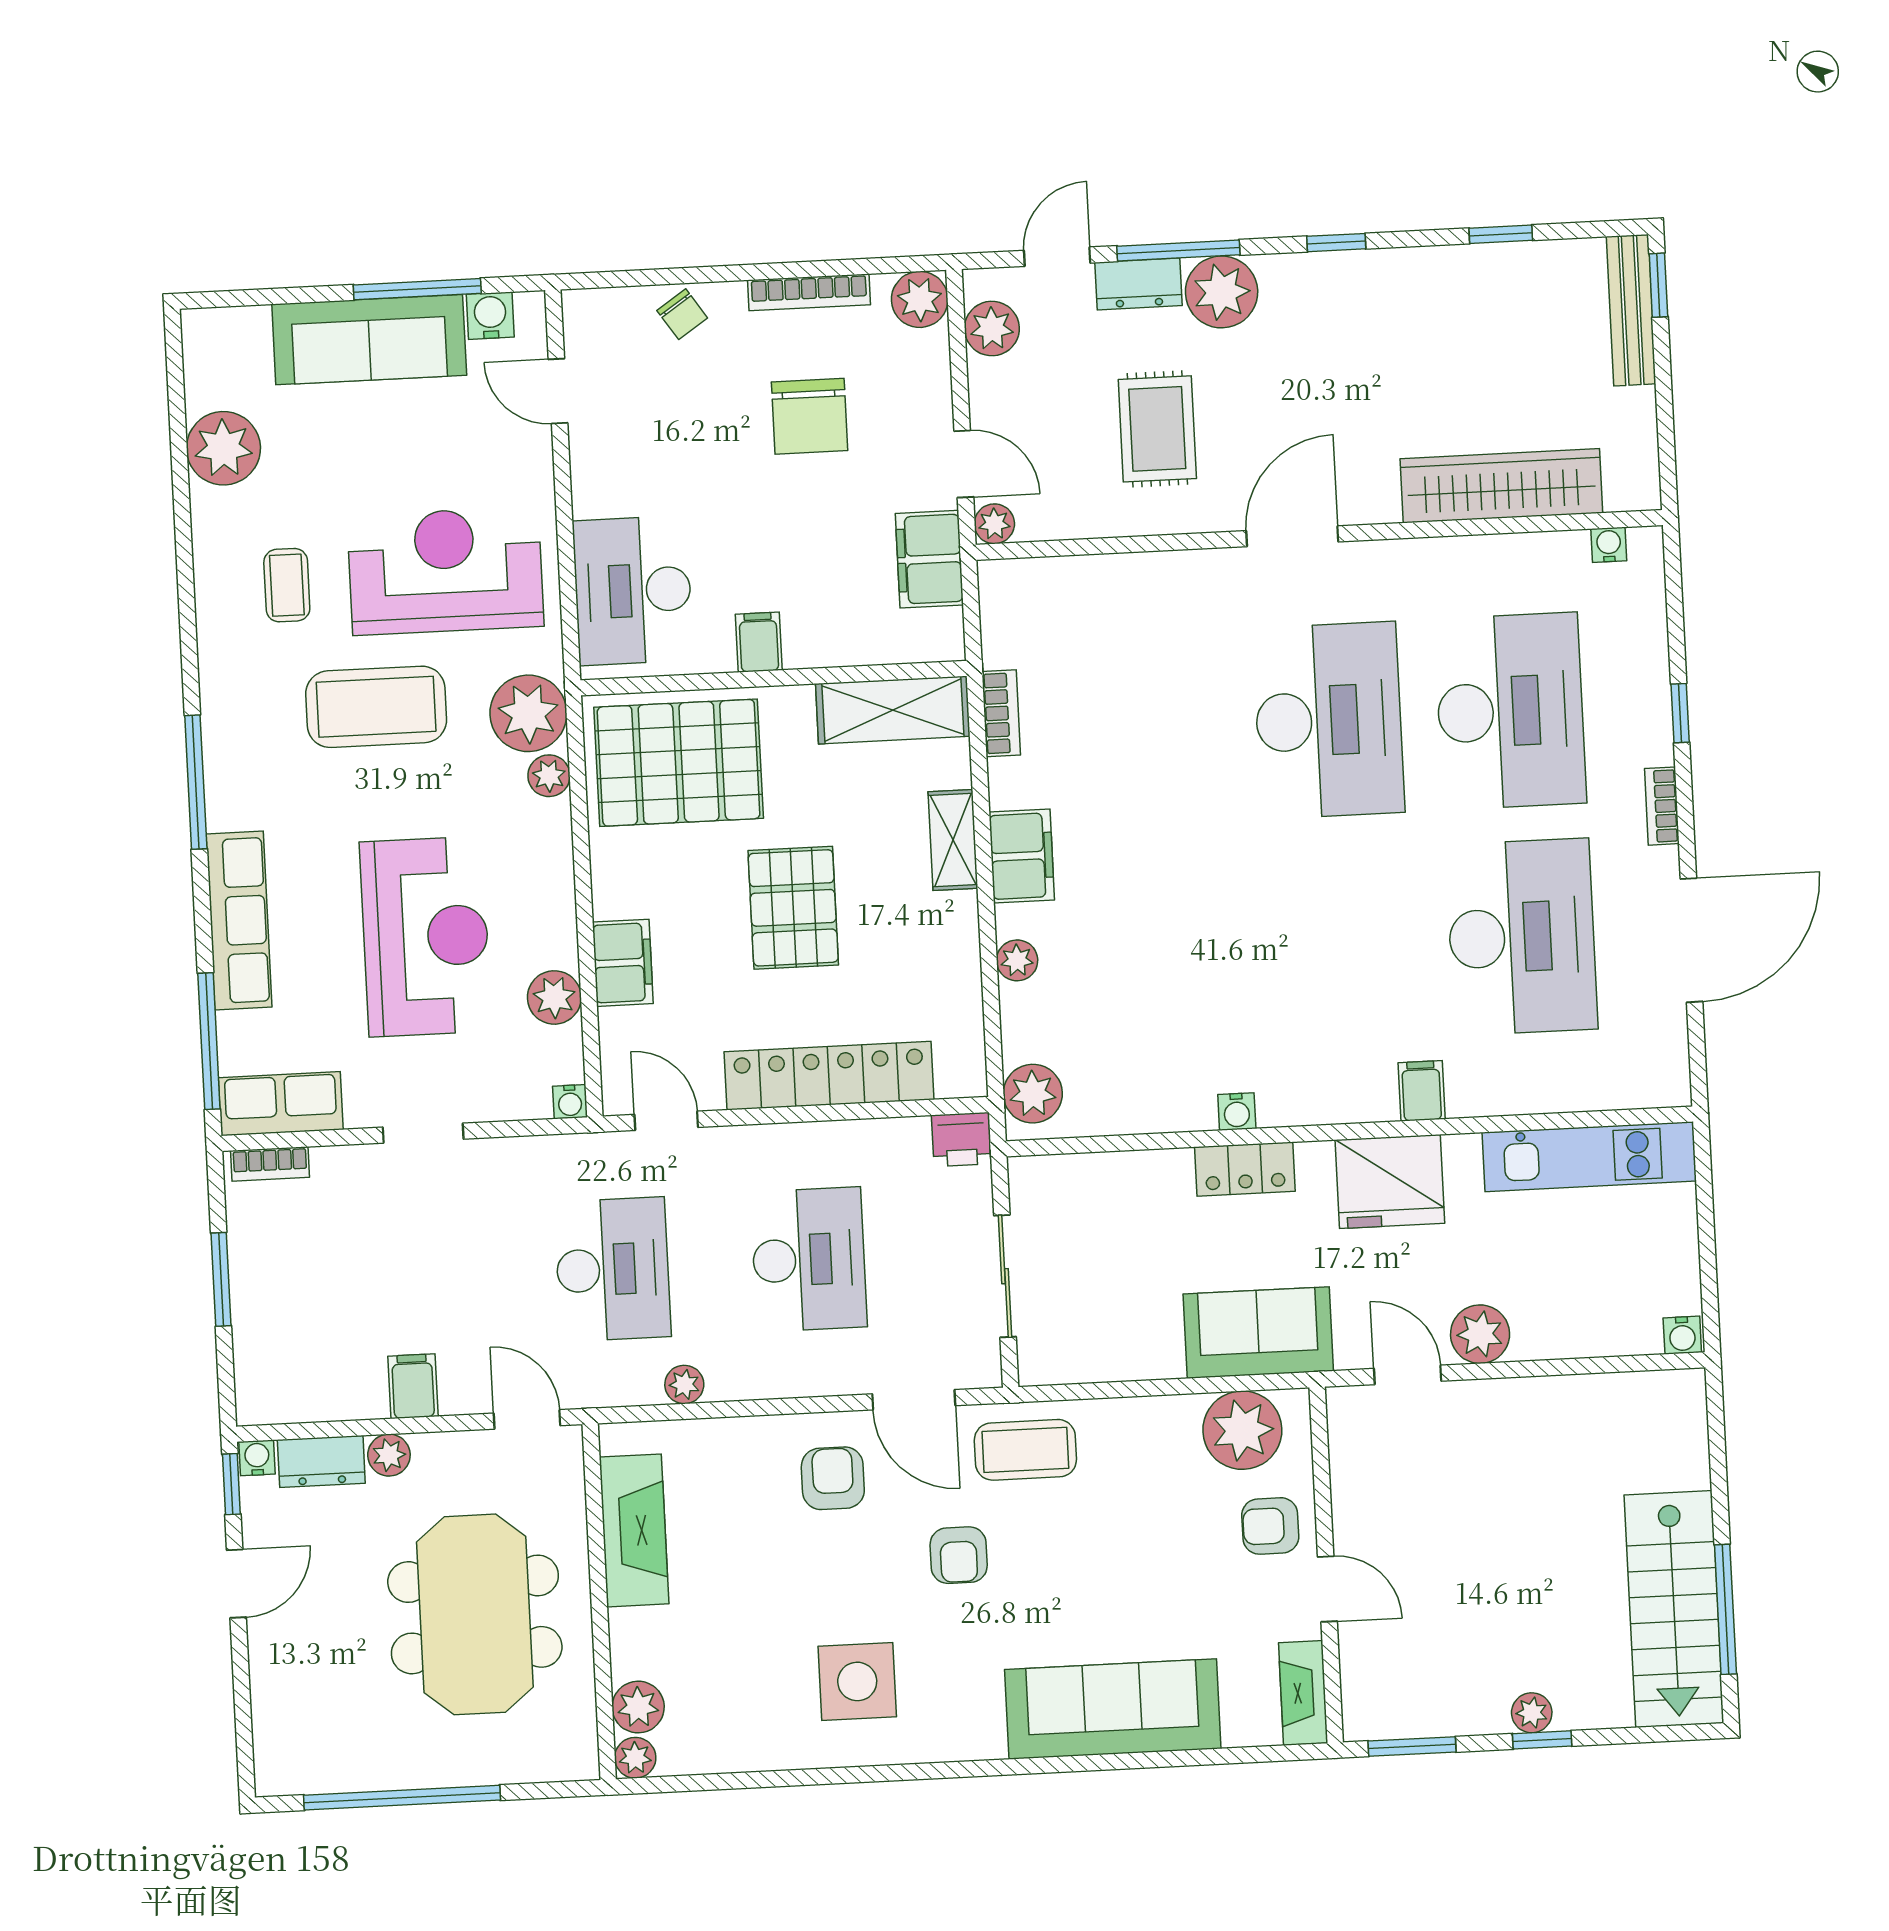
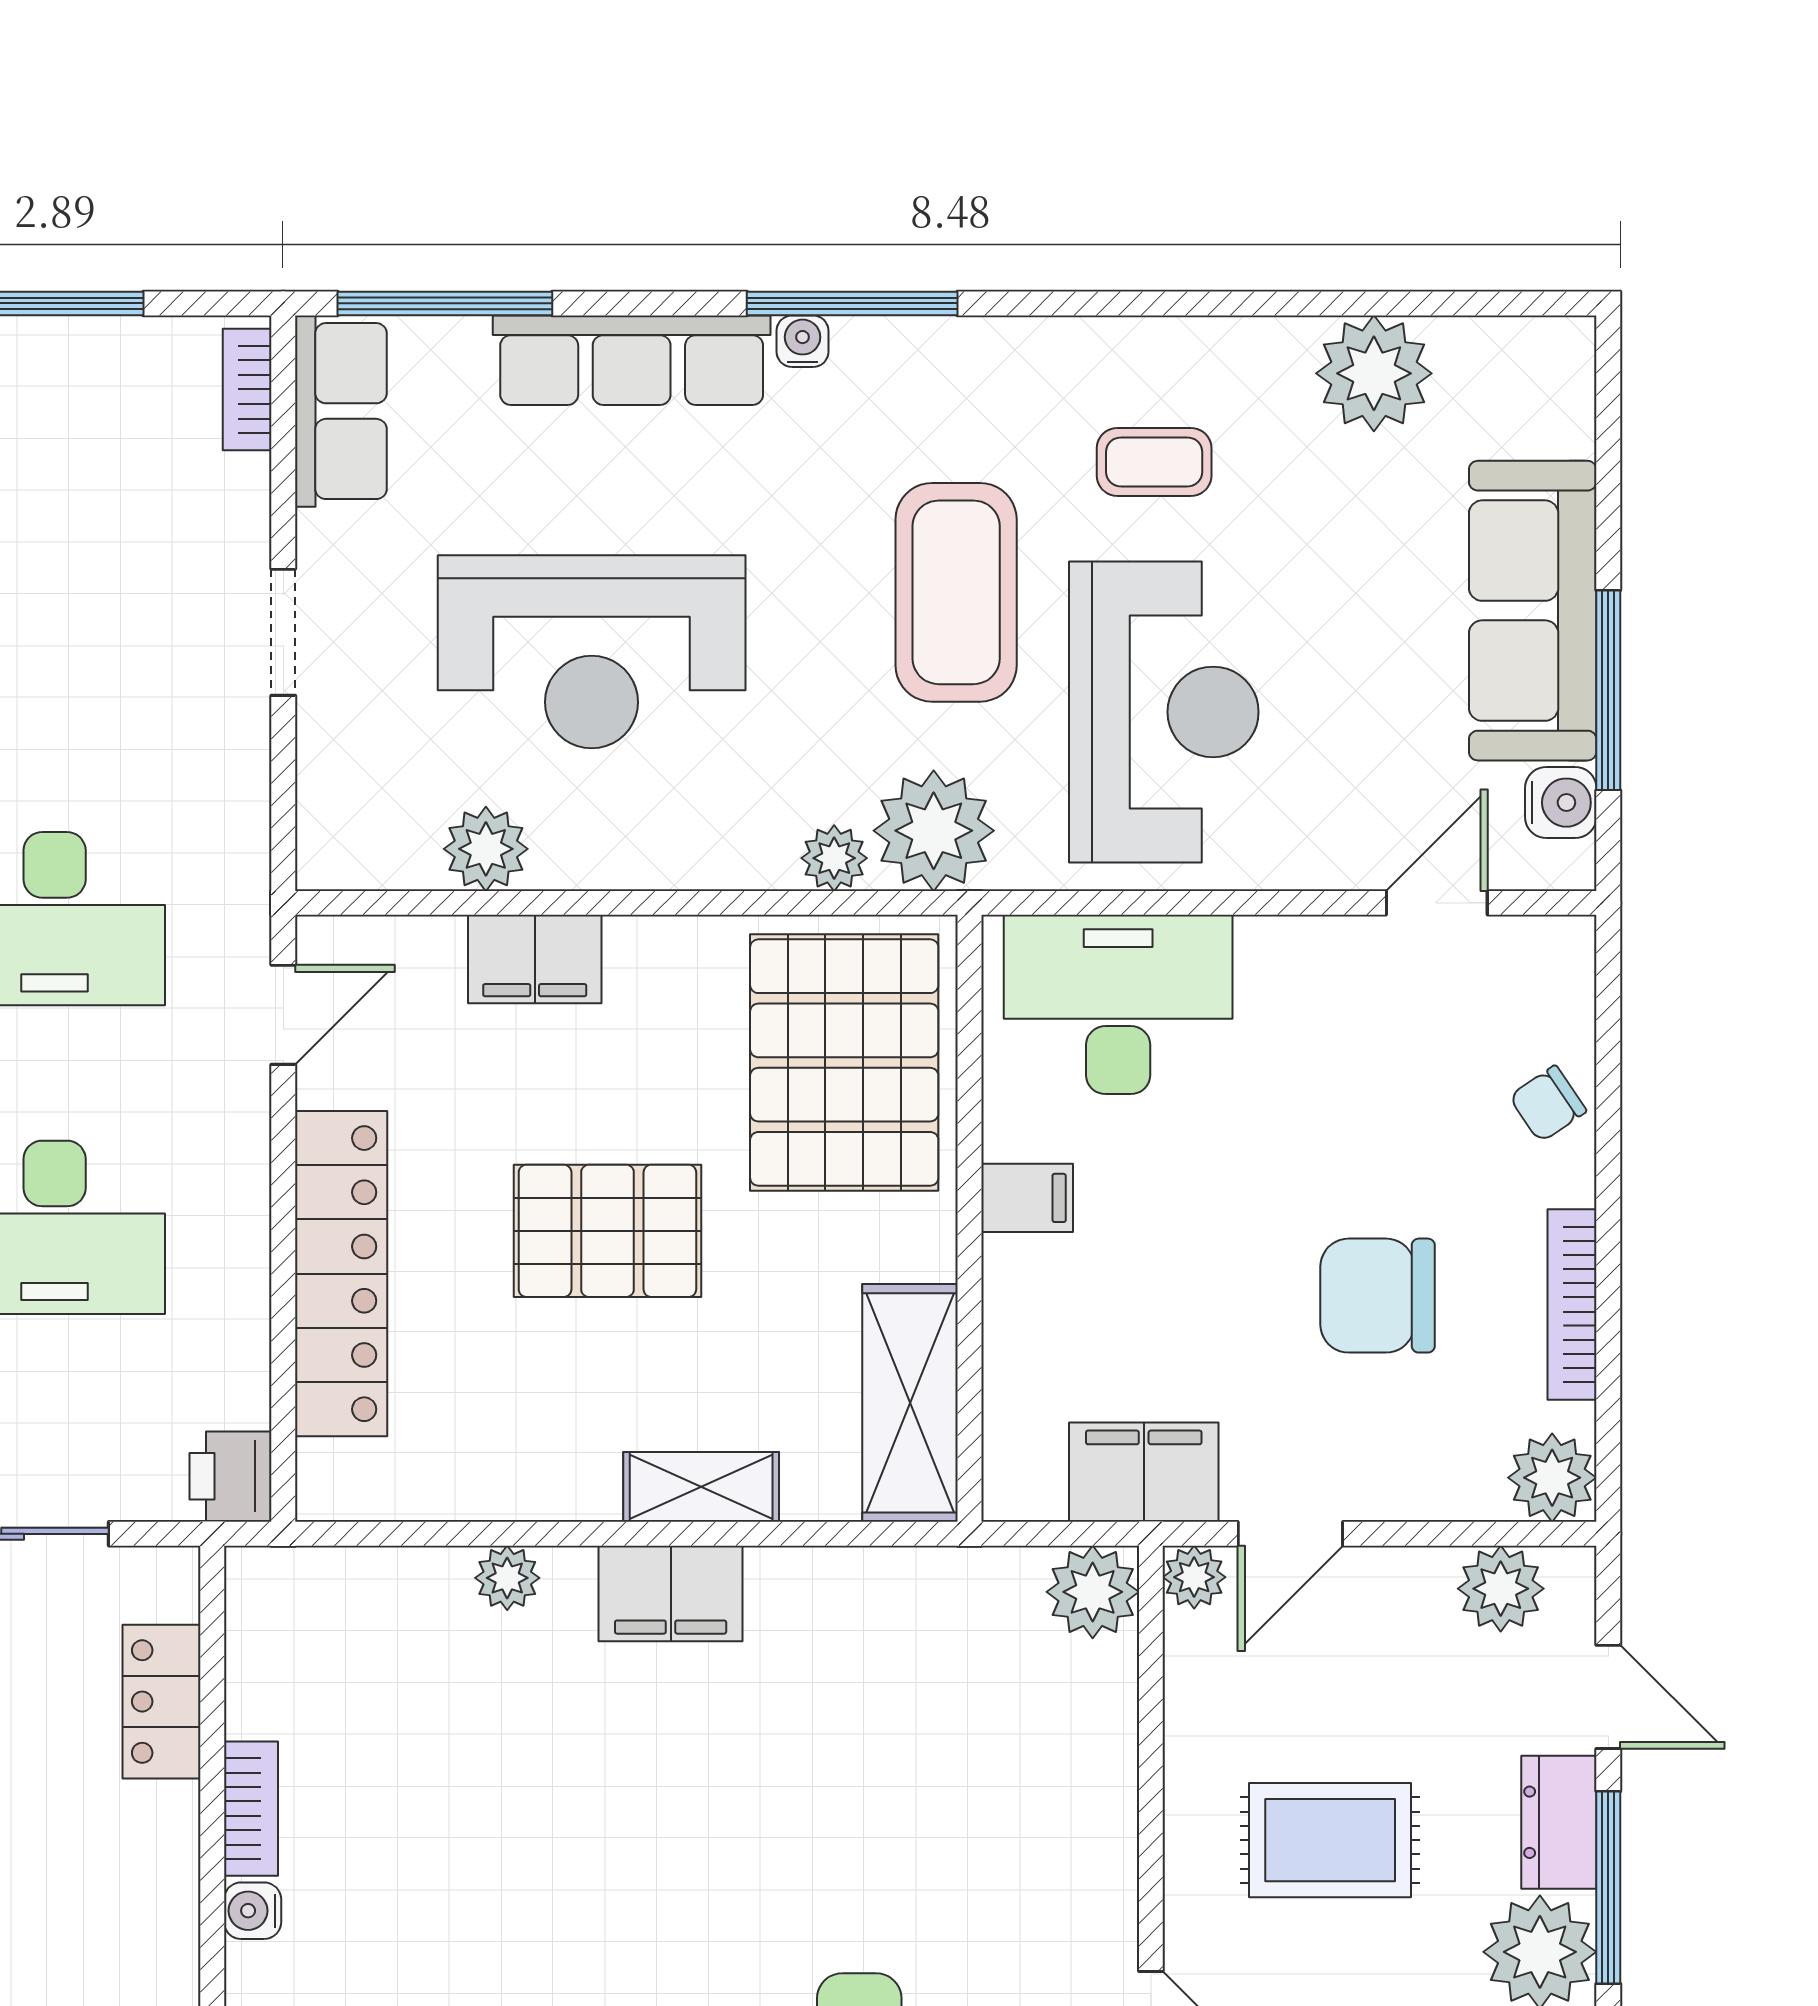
bookcase: (1001, 713) -> (251, 1809), moved, turned -90
plant: (1033, 1094) -> (1093, 1592), moved
water cooler: (570, 1102) -> (803, 341), moved, turned 90
locker: (1245, 1169) -> (162, 1702), moved

